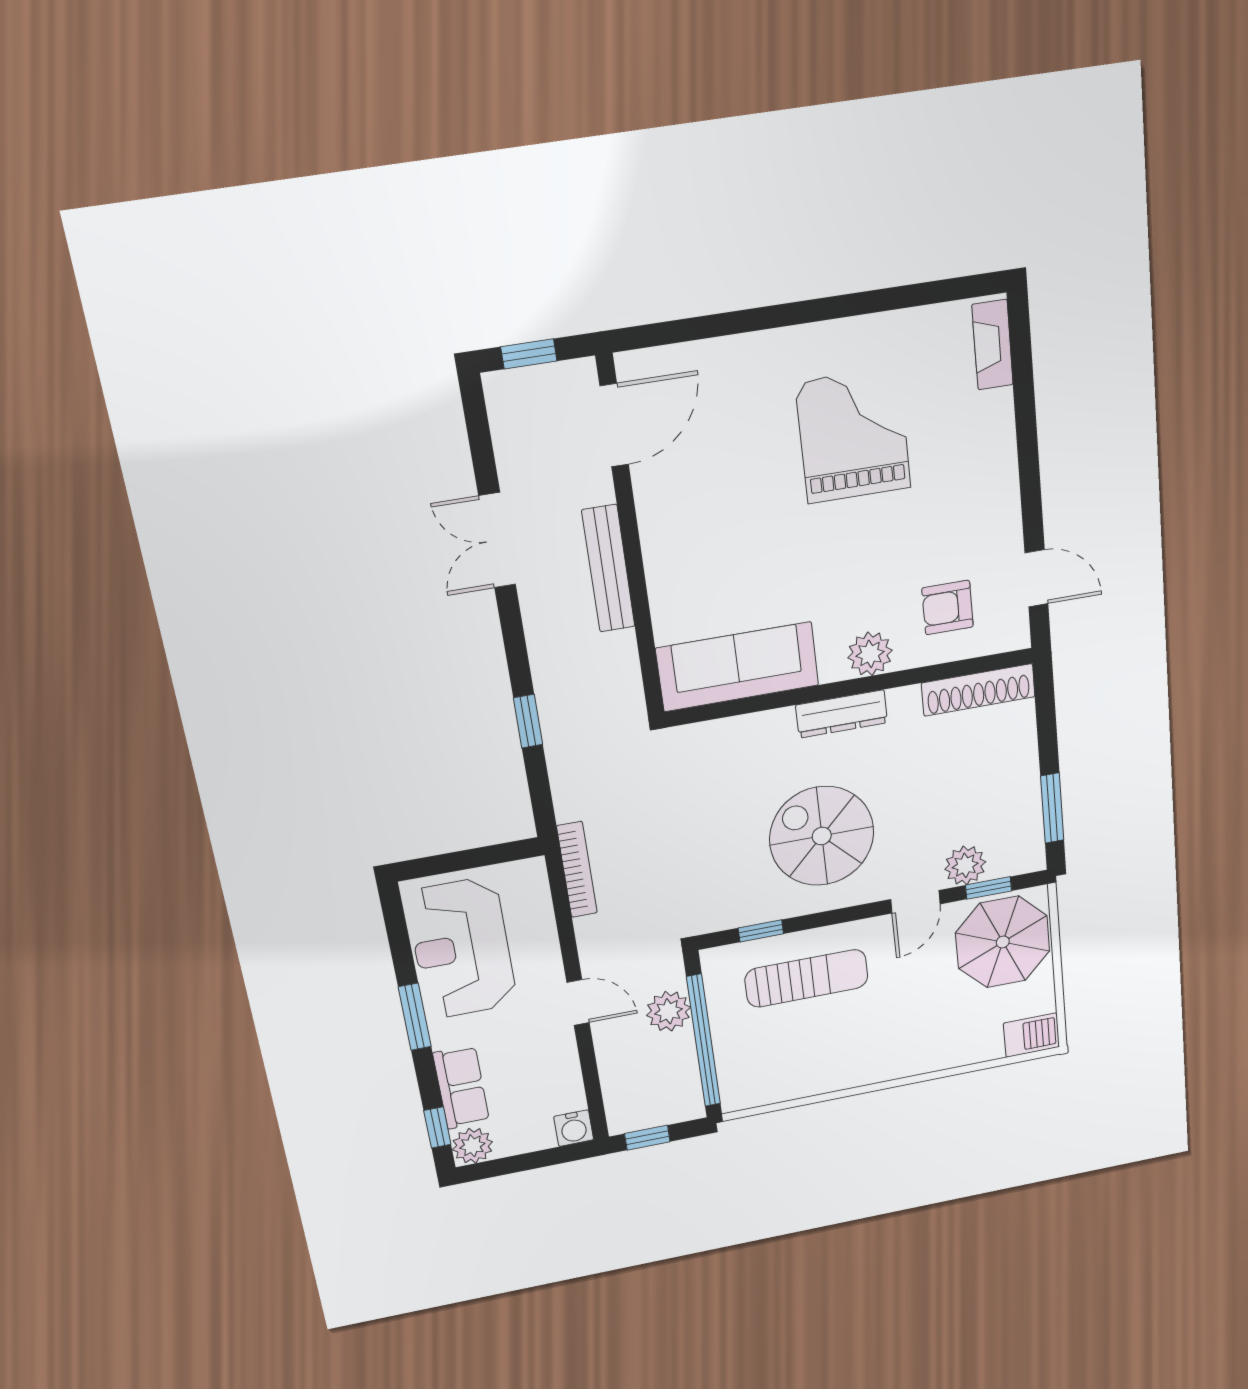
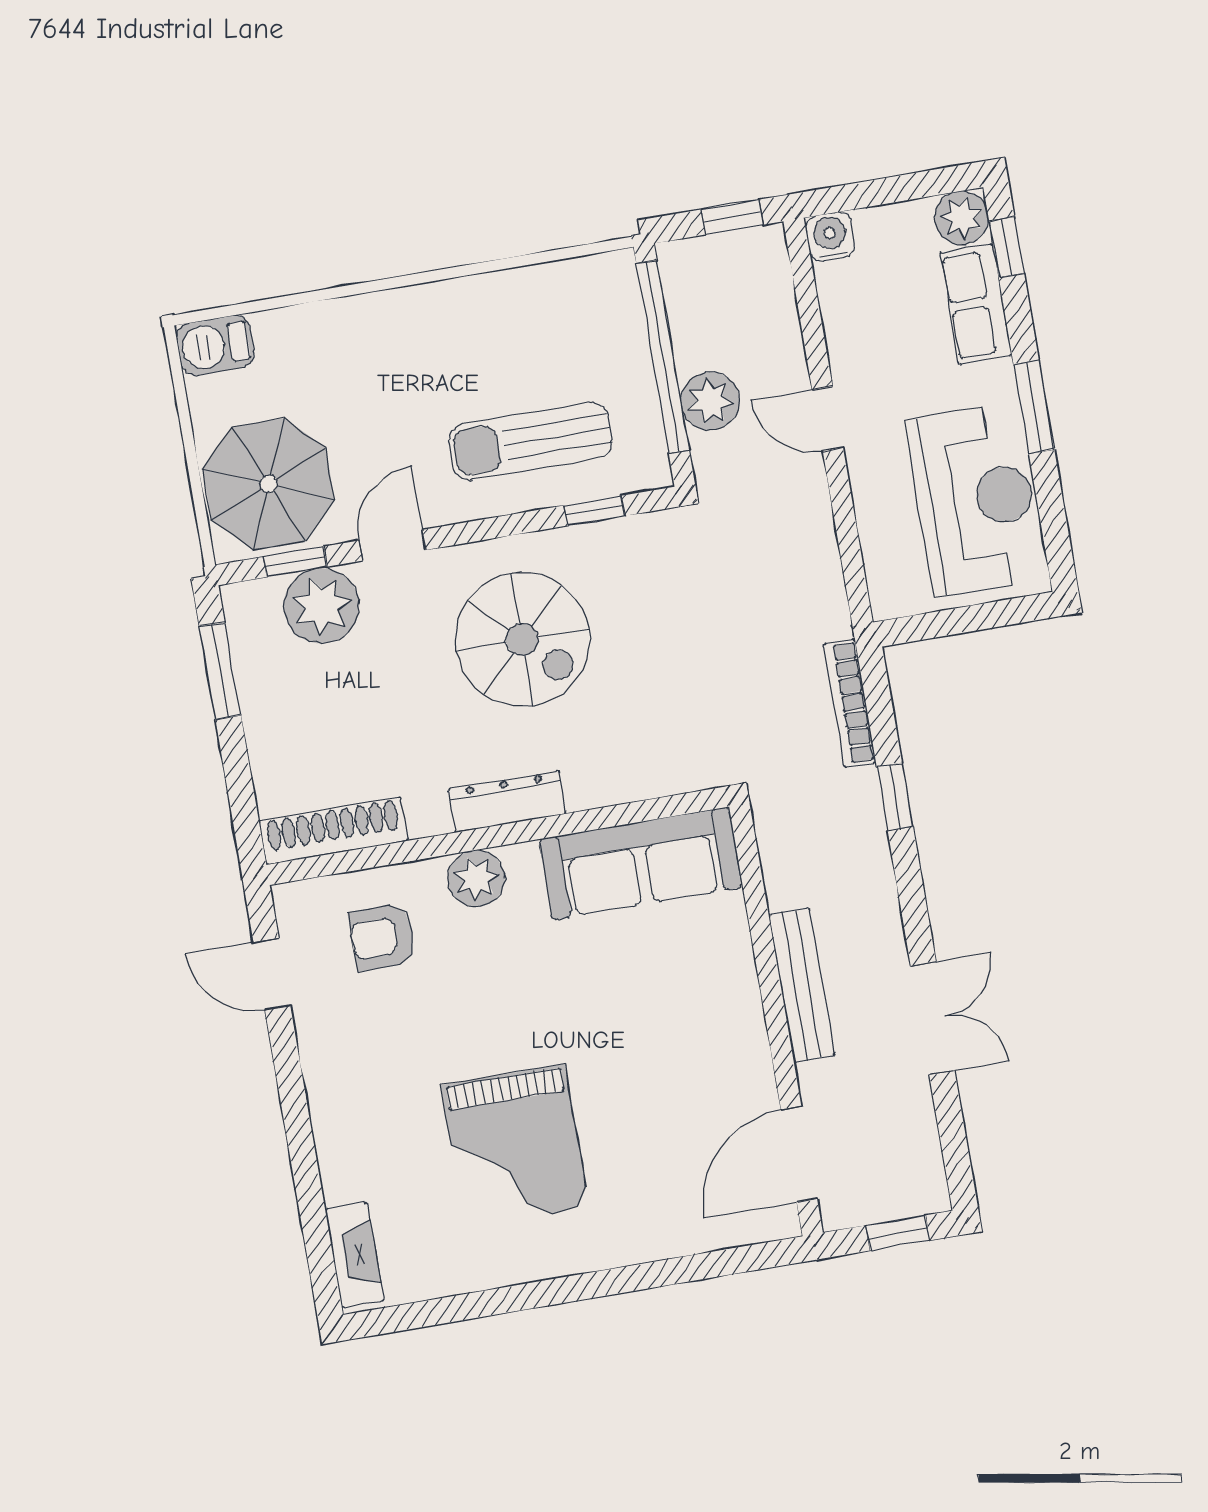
armchair: (948, 607) -> (382, 937), turned 180
plant: (965, 865) -> (321, 606), width x1.36, depth x1.36
bookcase: (577, 870) -> (850, 703), moved

